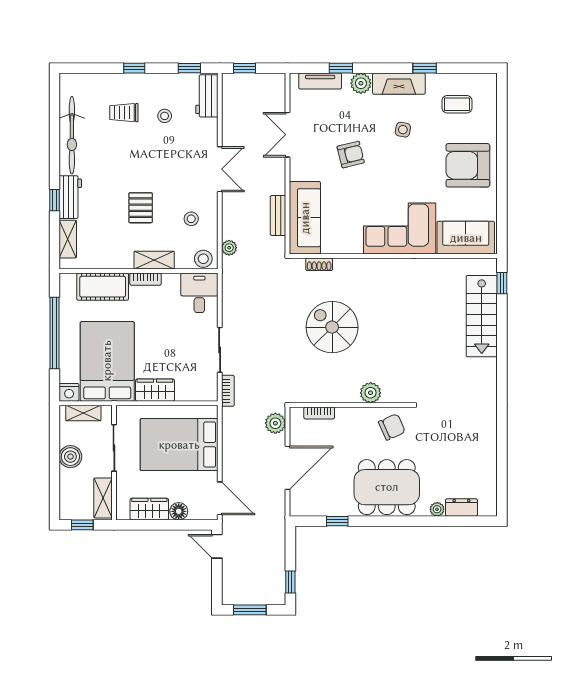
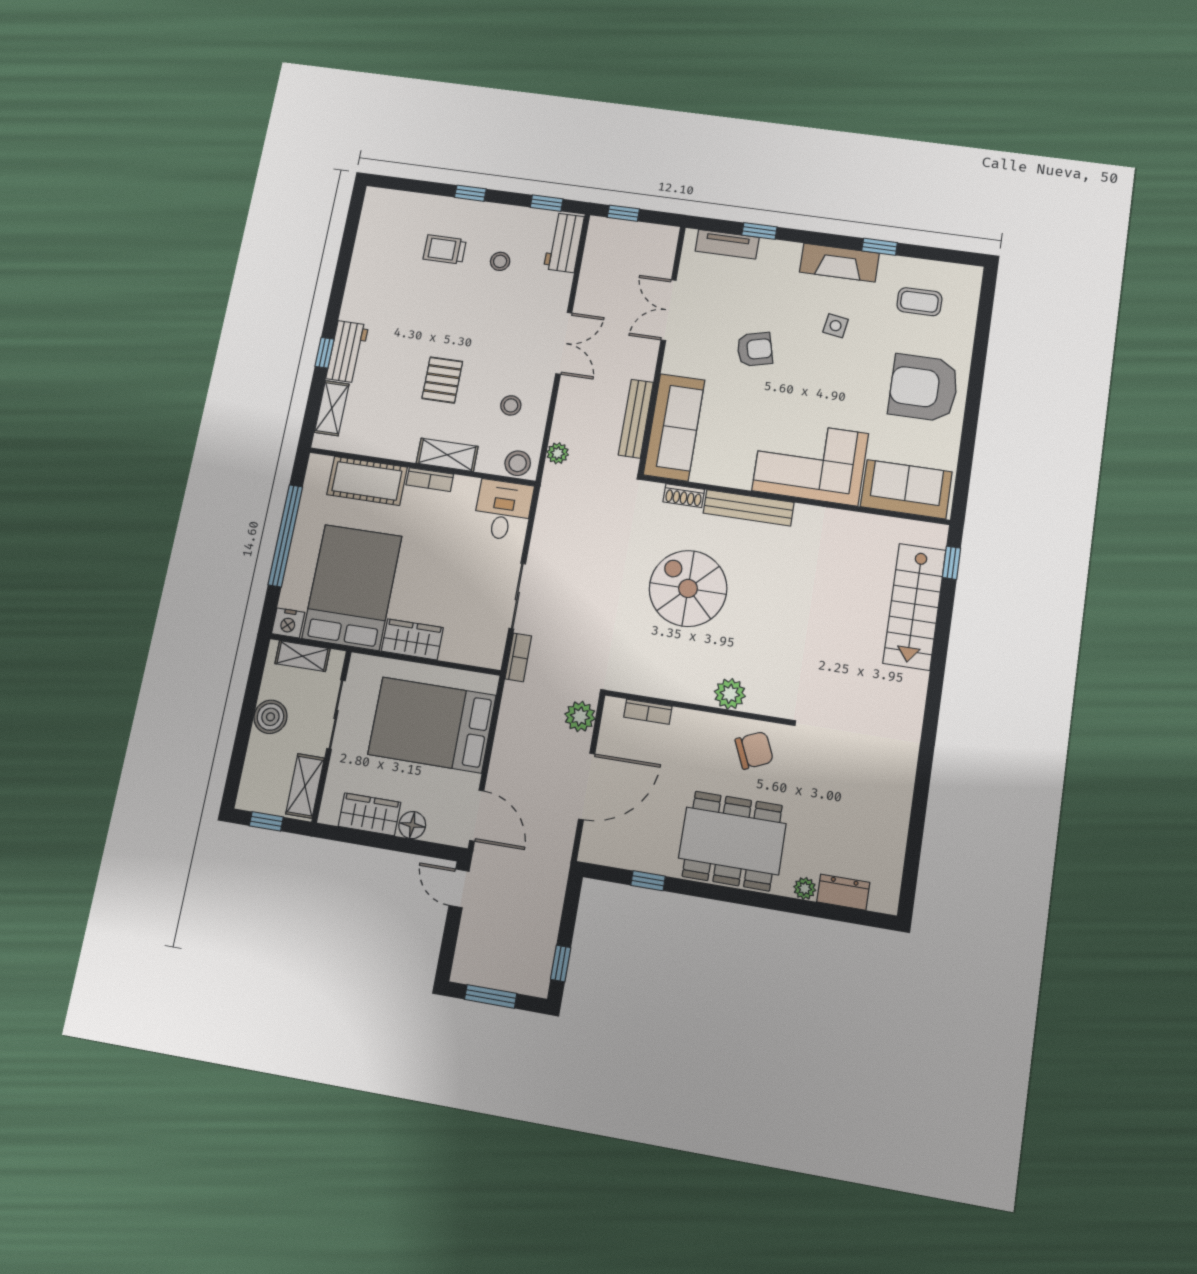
plant: (361, 83) -> (785, 255), removed
bicycle: (72, 135) -> (367, 269), removed
bench: (278, 215) -> (636, 419), width x1.36
bench: (364, 266) -> (749, 508), added

